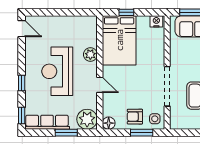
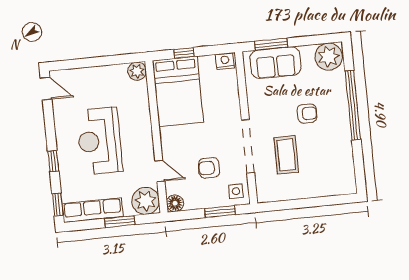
plant: (90, 54) -> (137, 71), moved
door: (100, 85) -> (160, 171), moved
armchair: (135, 117) -> (209, 168), moved

